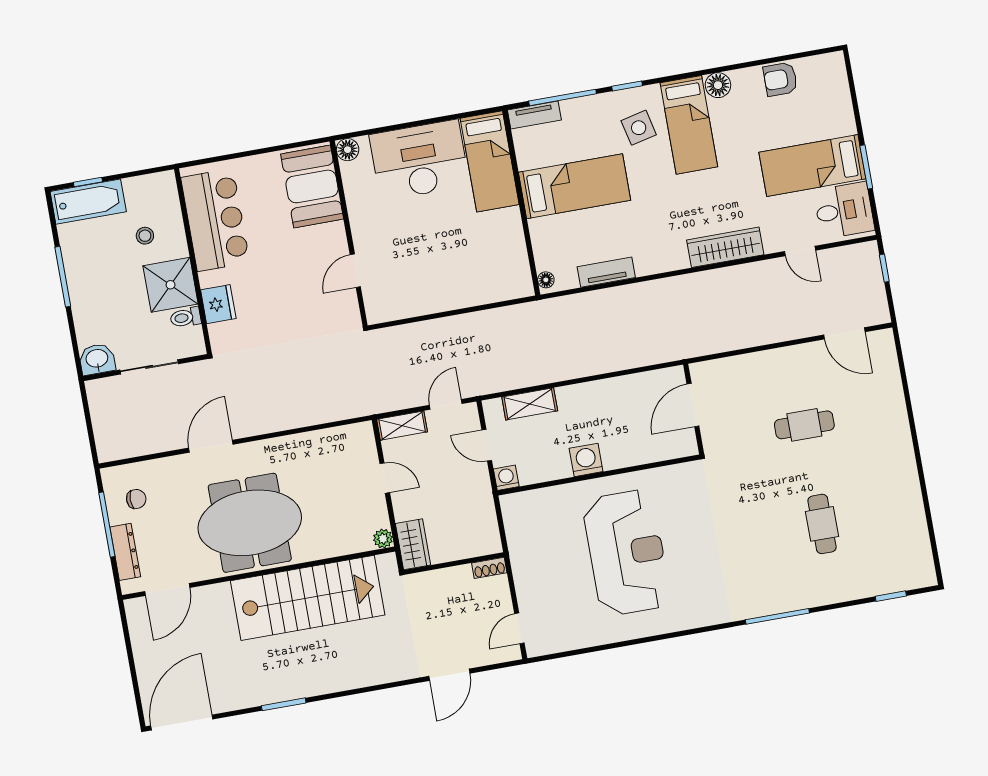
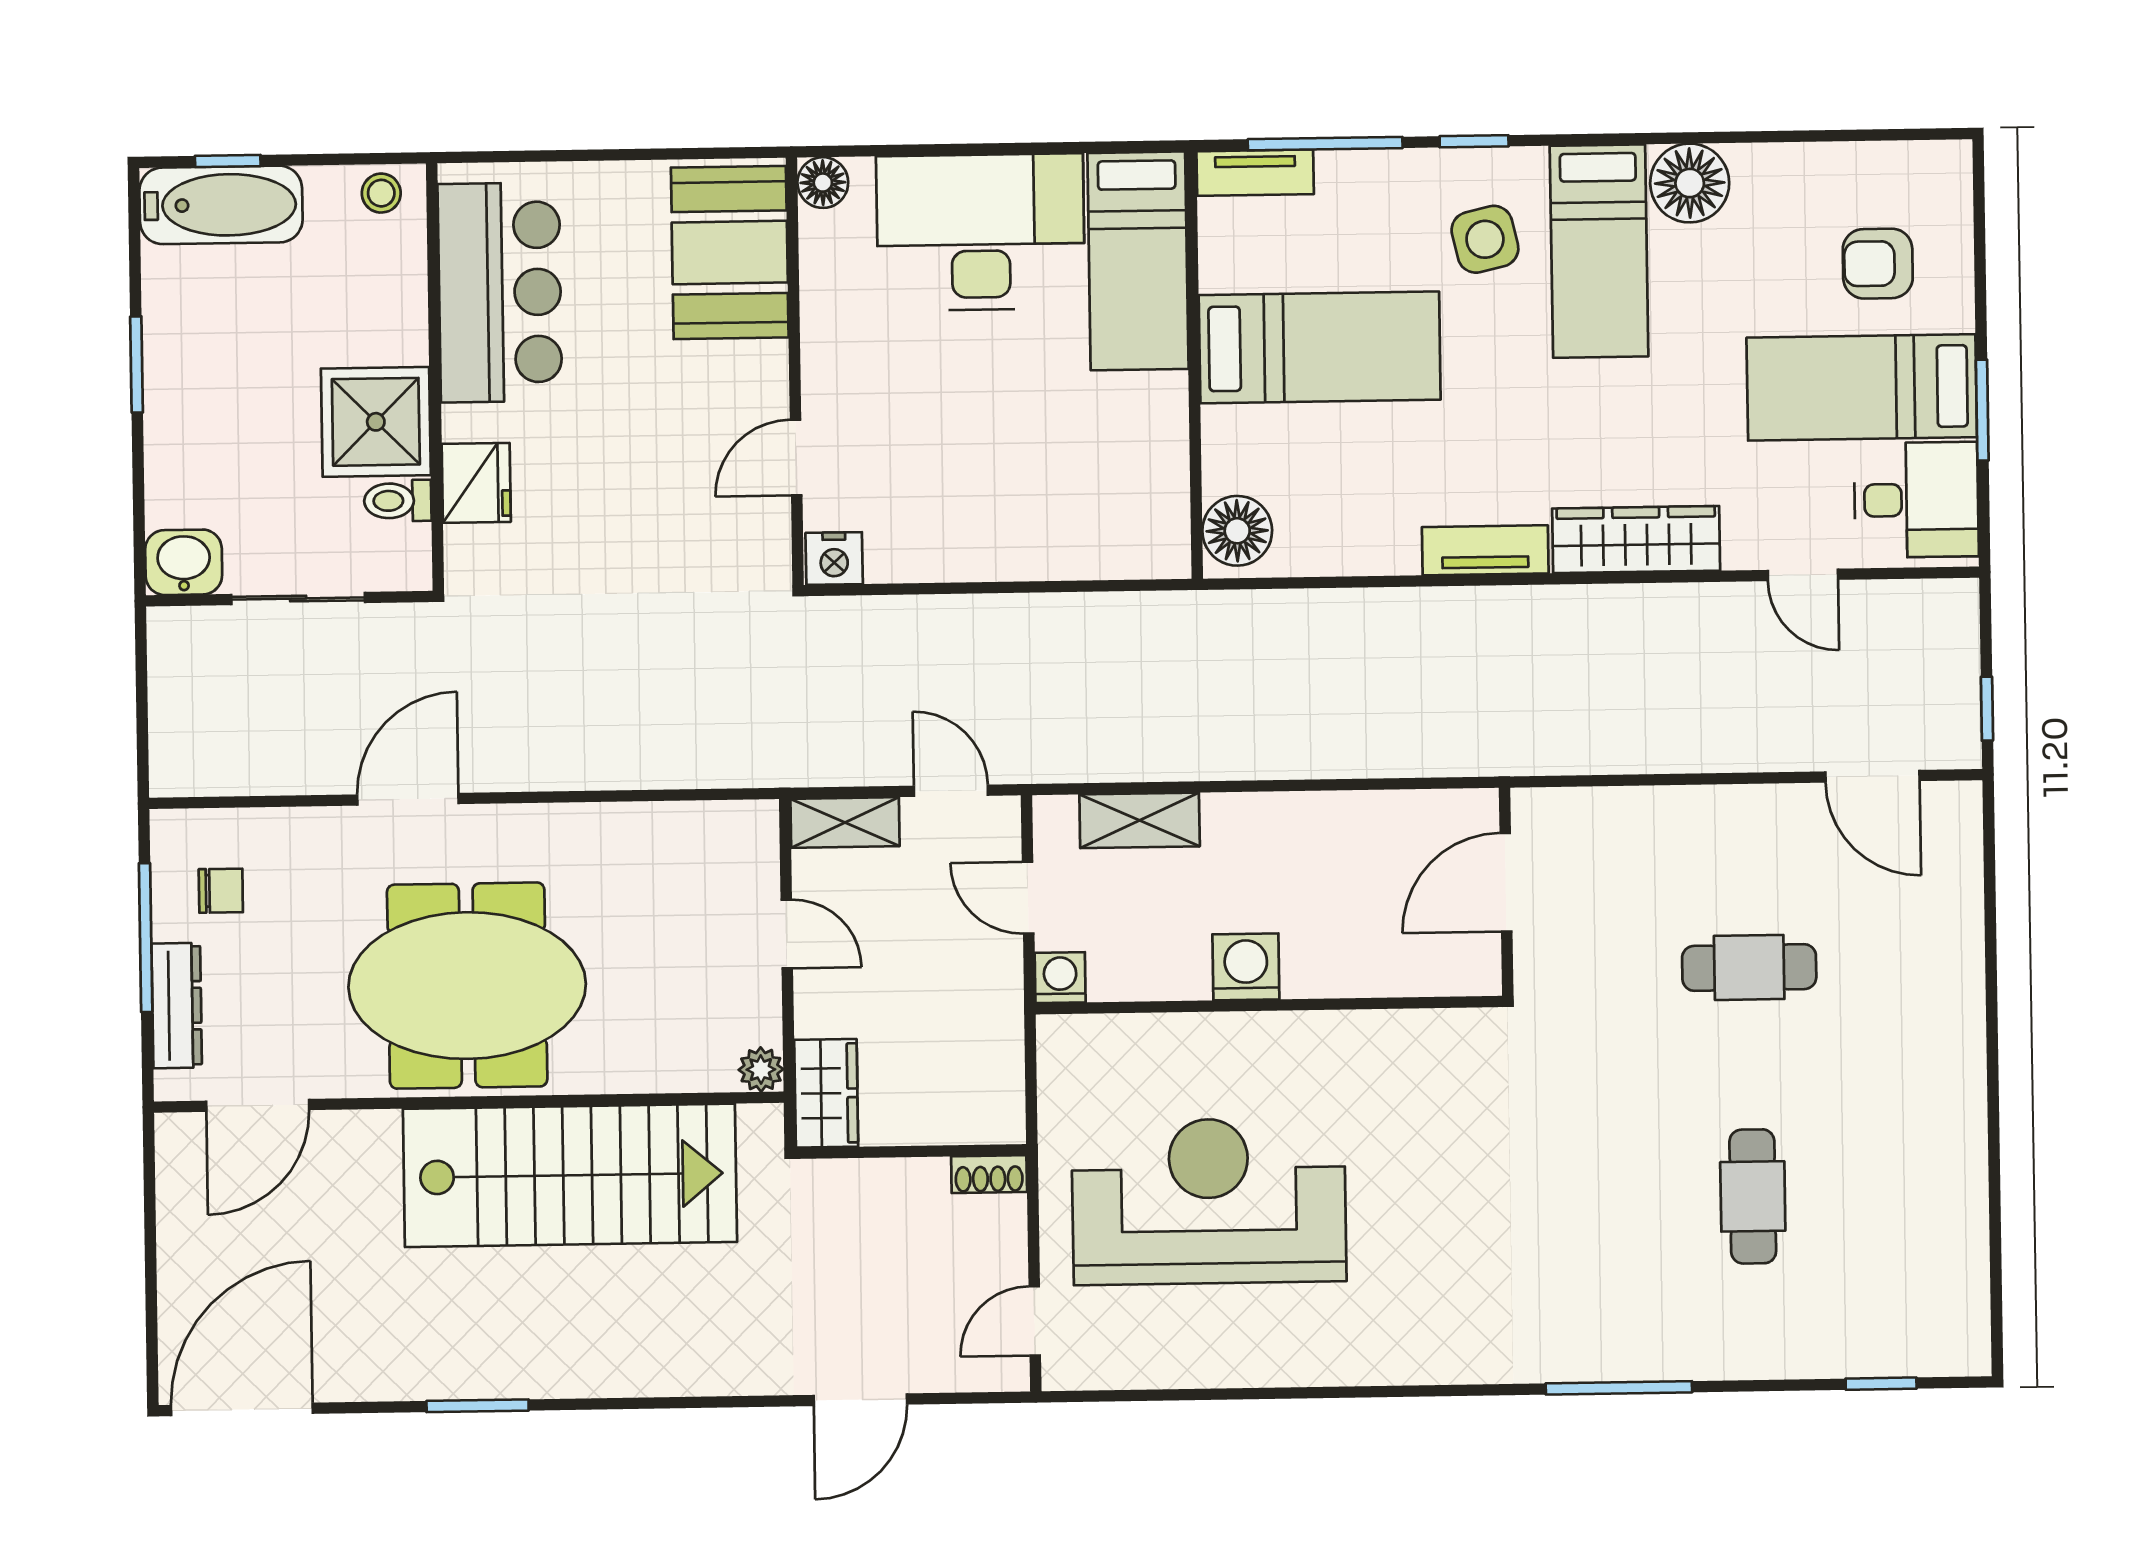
armchair: (780, 79) -> (1878, 264), moved
floor lamp: (718, 85) -> (1690, 183), width x1.38, depth x1.38
stool: (145, 236) -> (381, 193), moved
window: (884, 268) -> (1987, 709), moved
tv unit: (606, 272) -> (1485, 550), moved
window: (63, 277) -> (137, 364), width x0.69
floor lamp: (546, 280) -> (1237, 531), width x1.89, depth x1.89
nightstand: (379, 312) -> (834, 558), added
door: (446, 404) -> (951, 791), hinge flipped
reception desk: (627, 553) -> (1209, 1201), moved, turned -90

